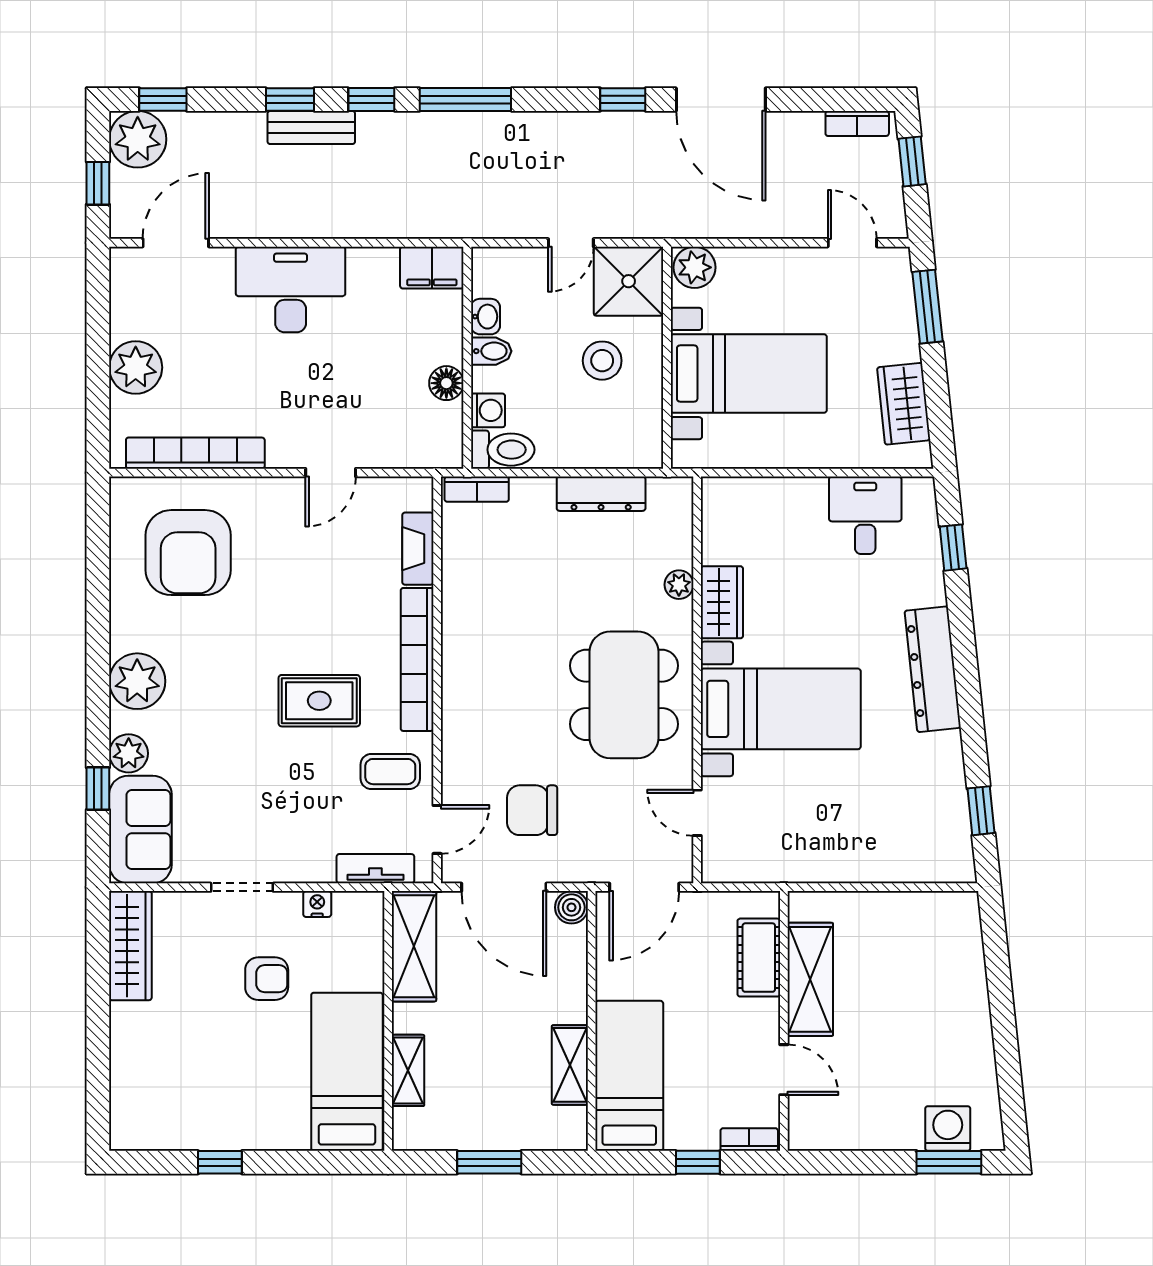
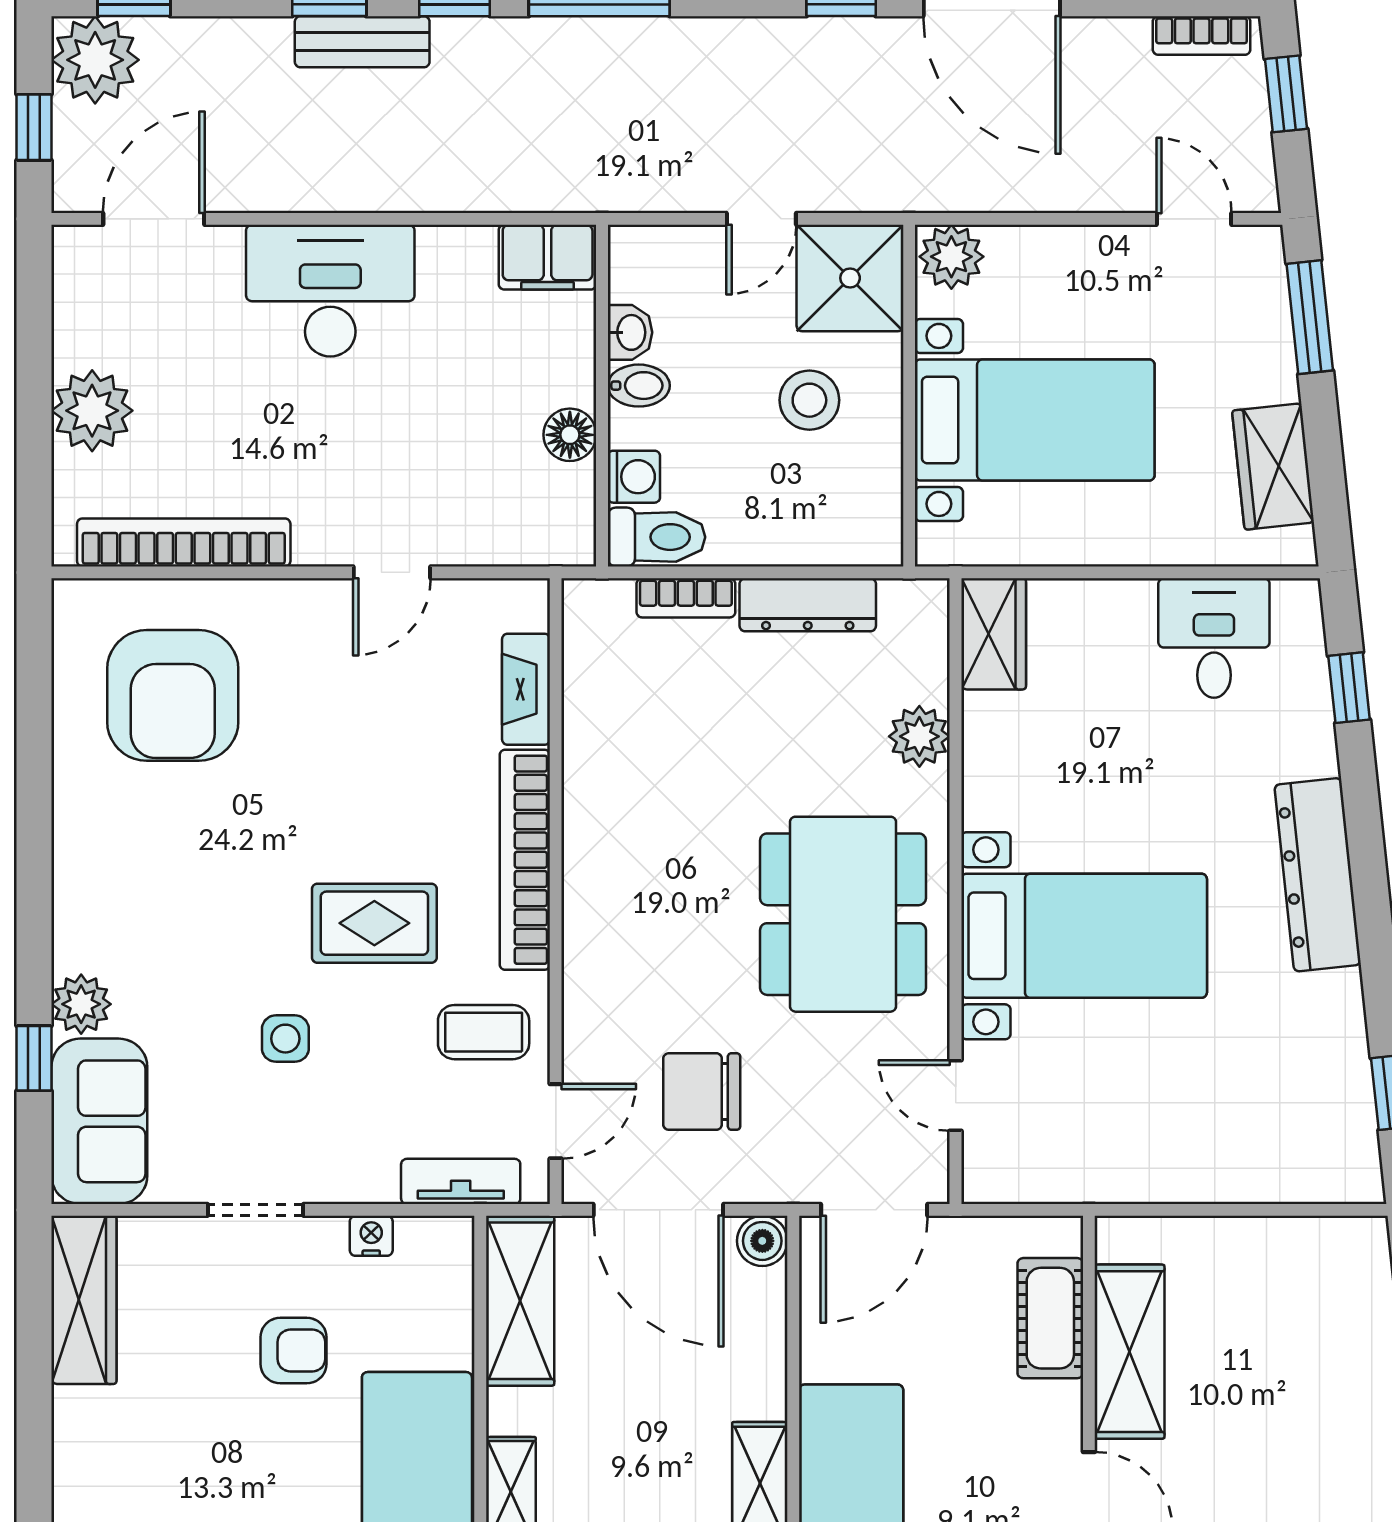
bookcase: (477, 489) -> (686, 598), moved
plant: (679, 585) -> (919, 736), width x1.38, depth x1.38
wardrobe: (722, 602) -> (994, 634), moved
plant: (137, 681) -> (94, 893), removed
side table: (261, 776) -> (285, 1039), added

